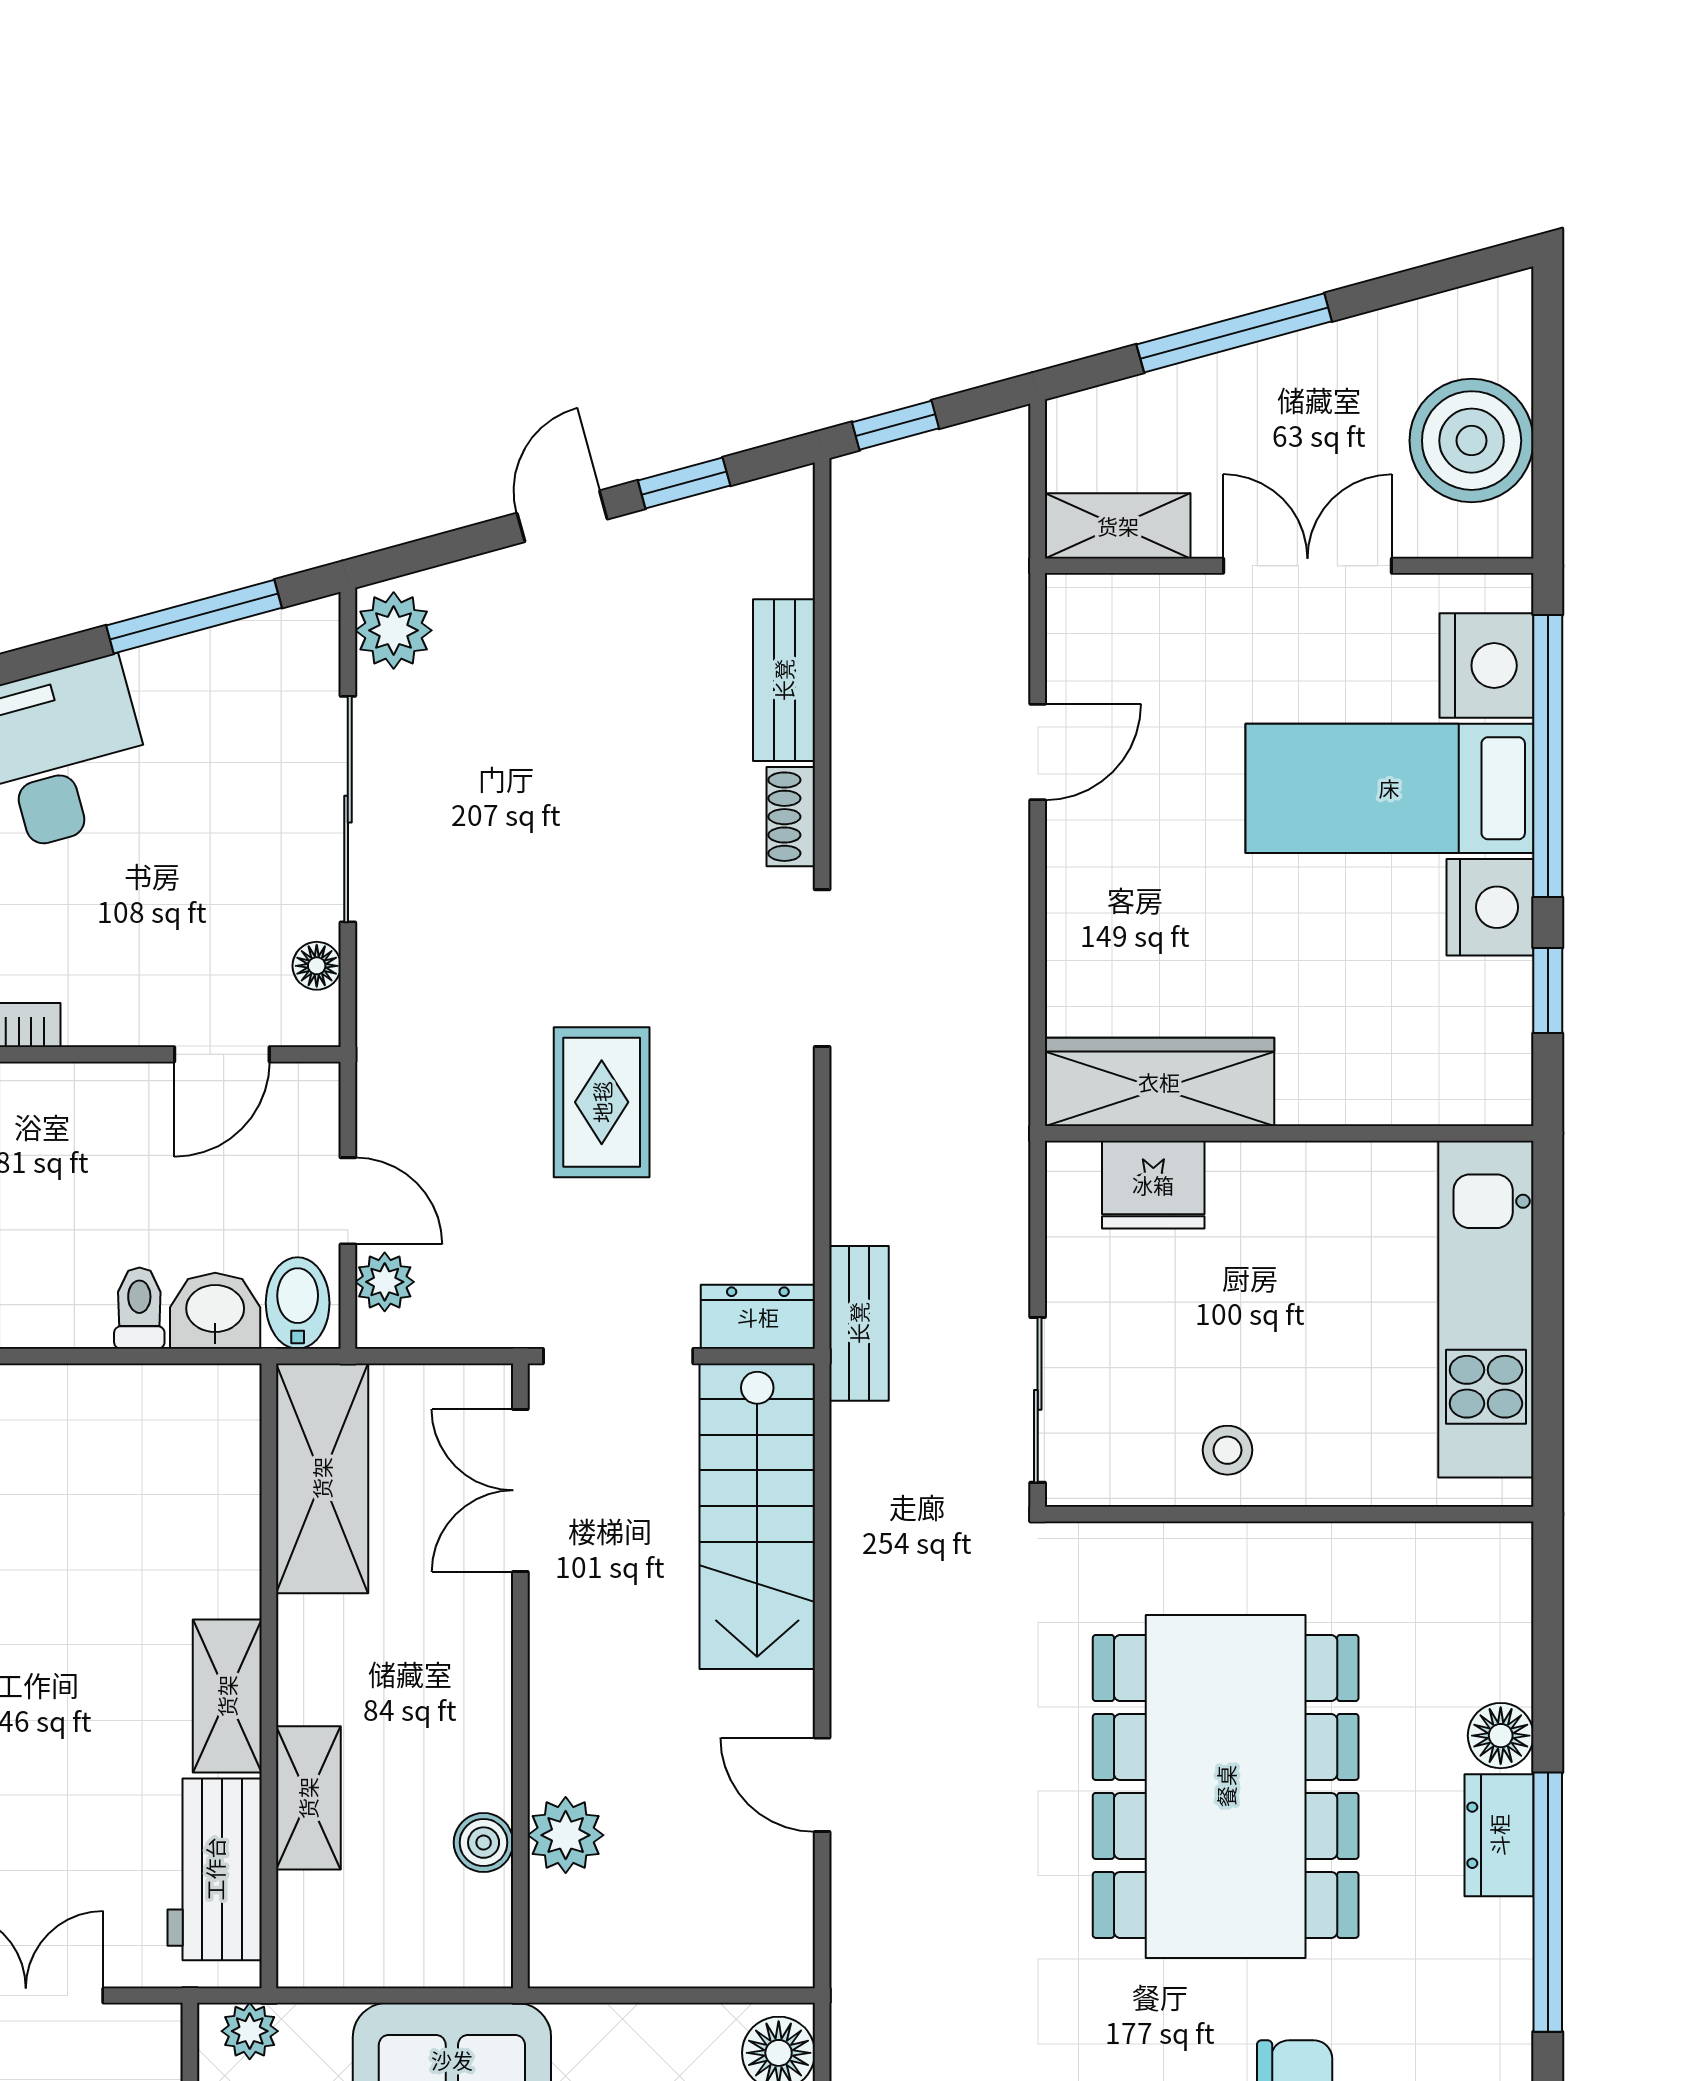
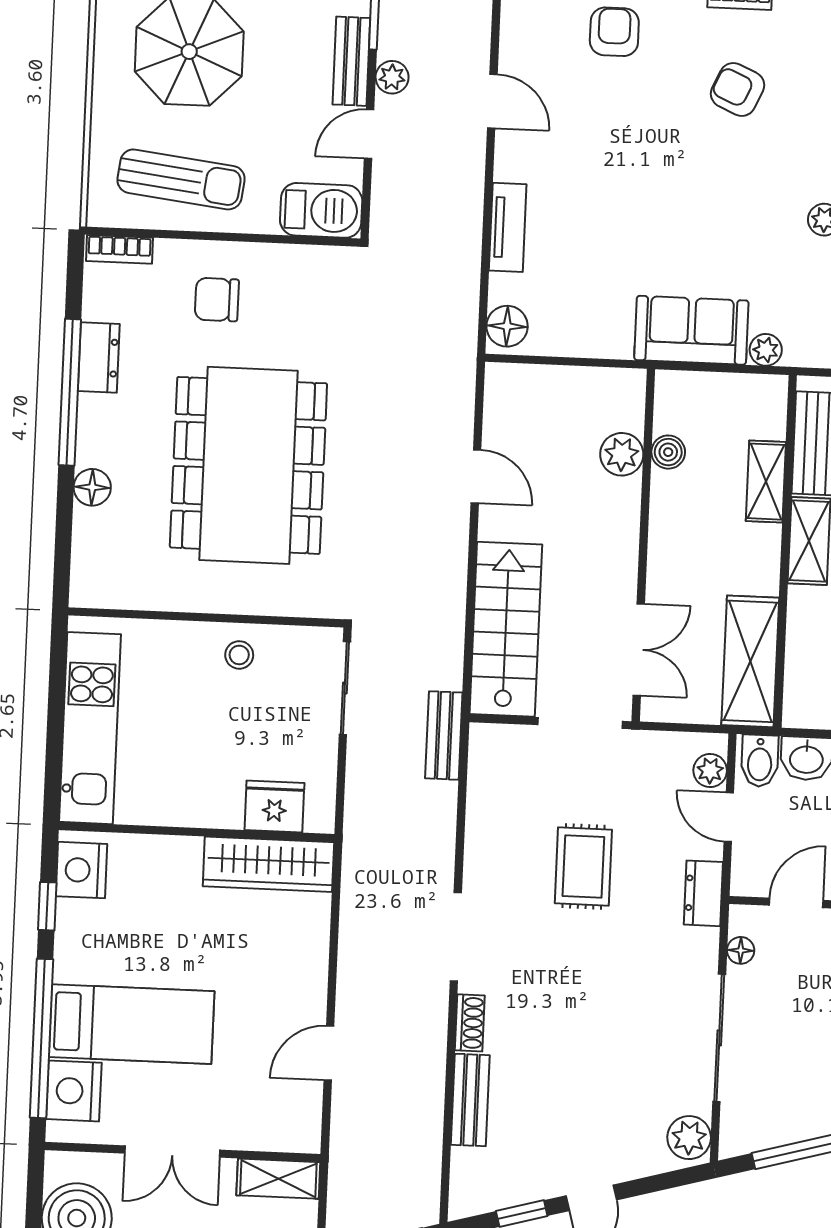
nightstand: (1490, 907) -> (82, 870), moved
dresser: (758, 1317) -> (703, 893), moved, turned 90
dresser: (1499, 1835) -> (99, 358), moved
plant: (250, 2031) -> (766, 350), moved

